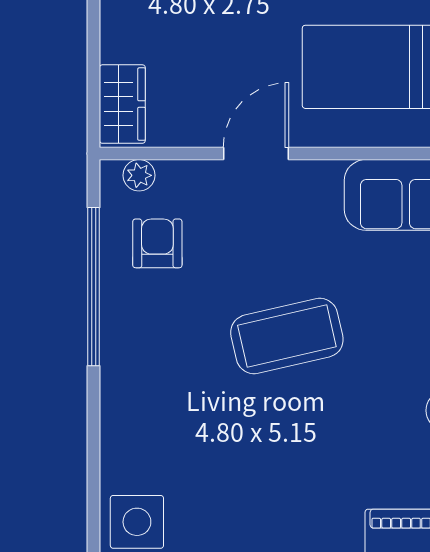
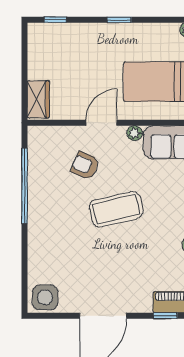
plant: (139, 175) -> (134, 133), moved
armchair: (157, 243) -> (85, 166), moved, turned -67

